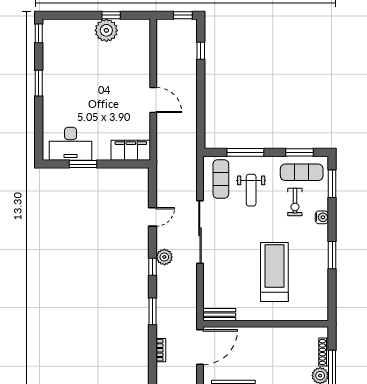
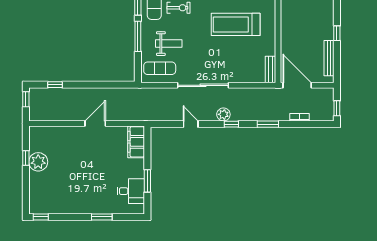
window: (39, 83) -> (102, 217), moved
desk: (71, 144) -> (131, 191), width x0.73
window: (245, 152) -> (138, 36), moved

